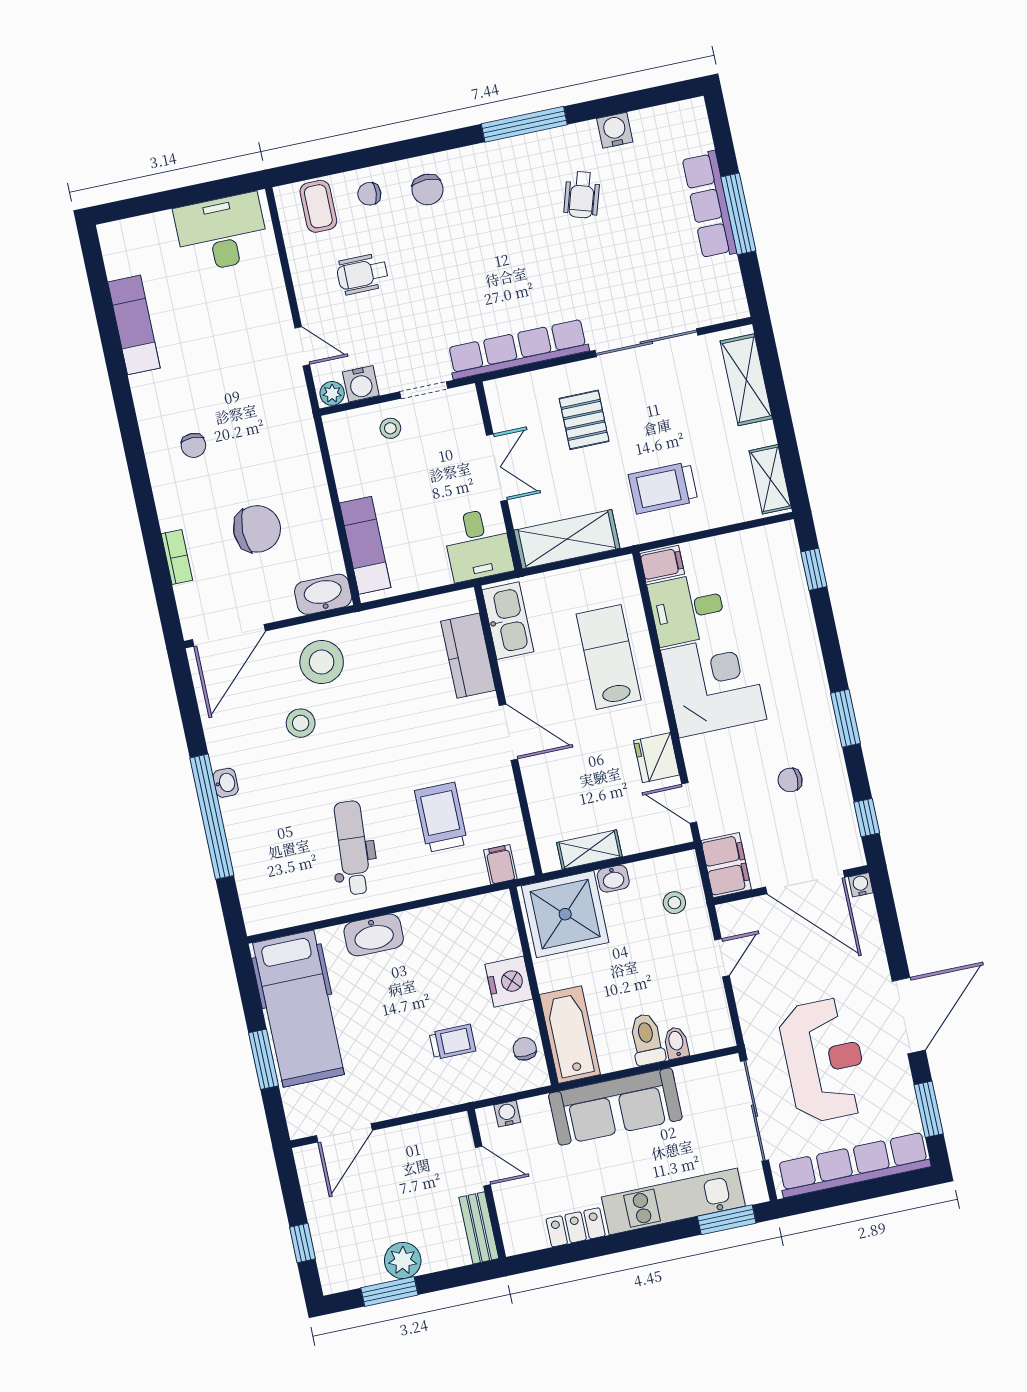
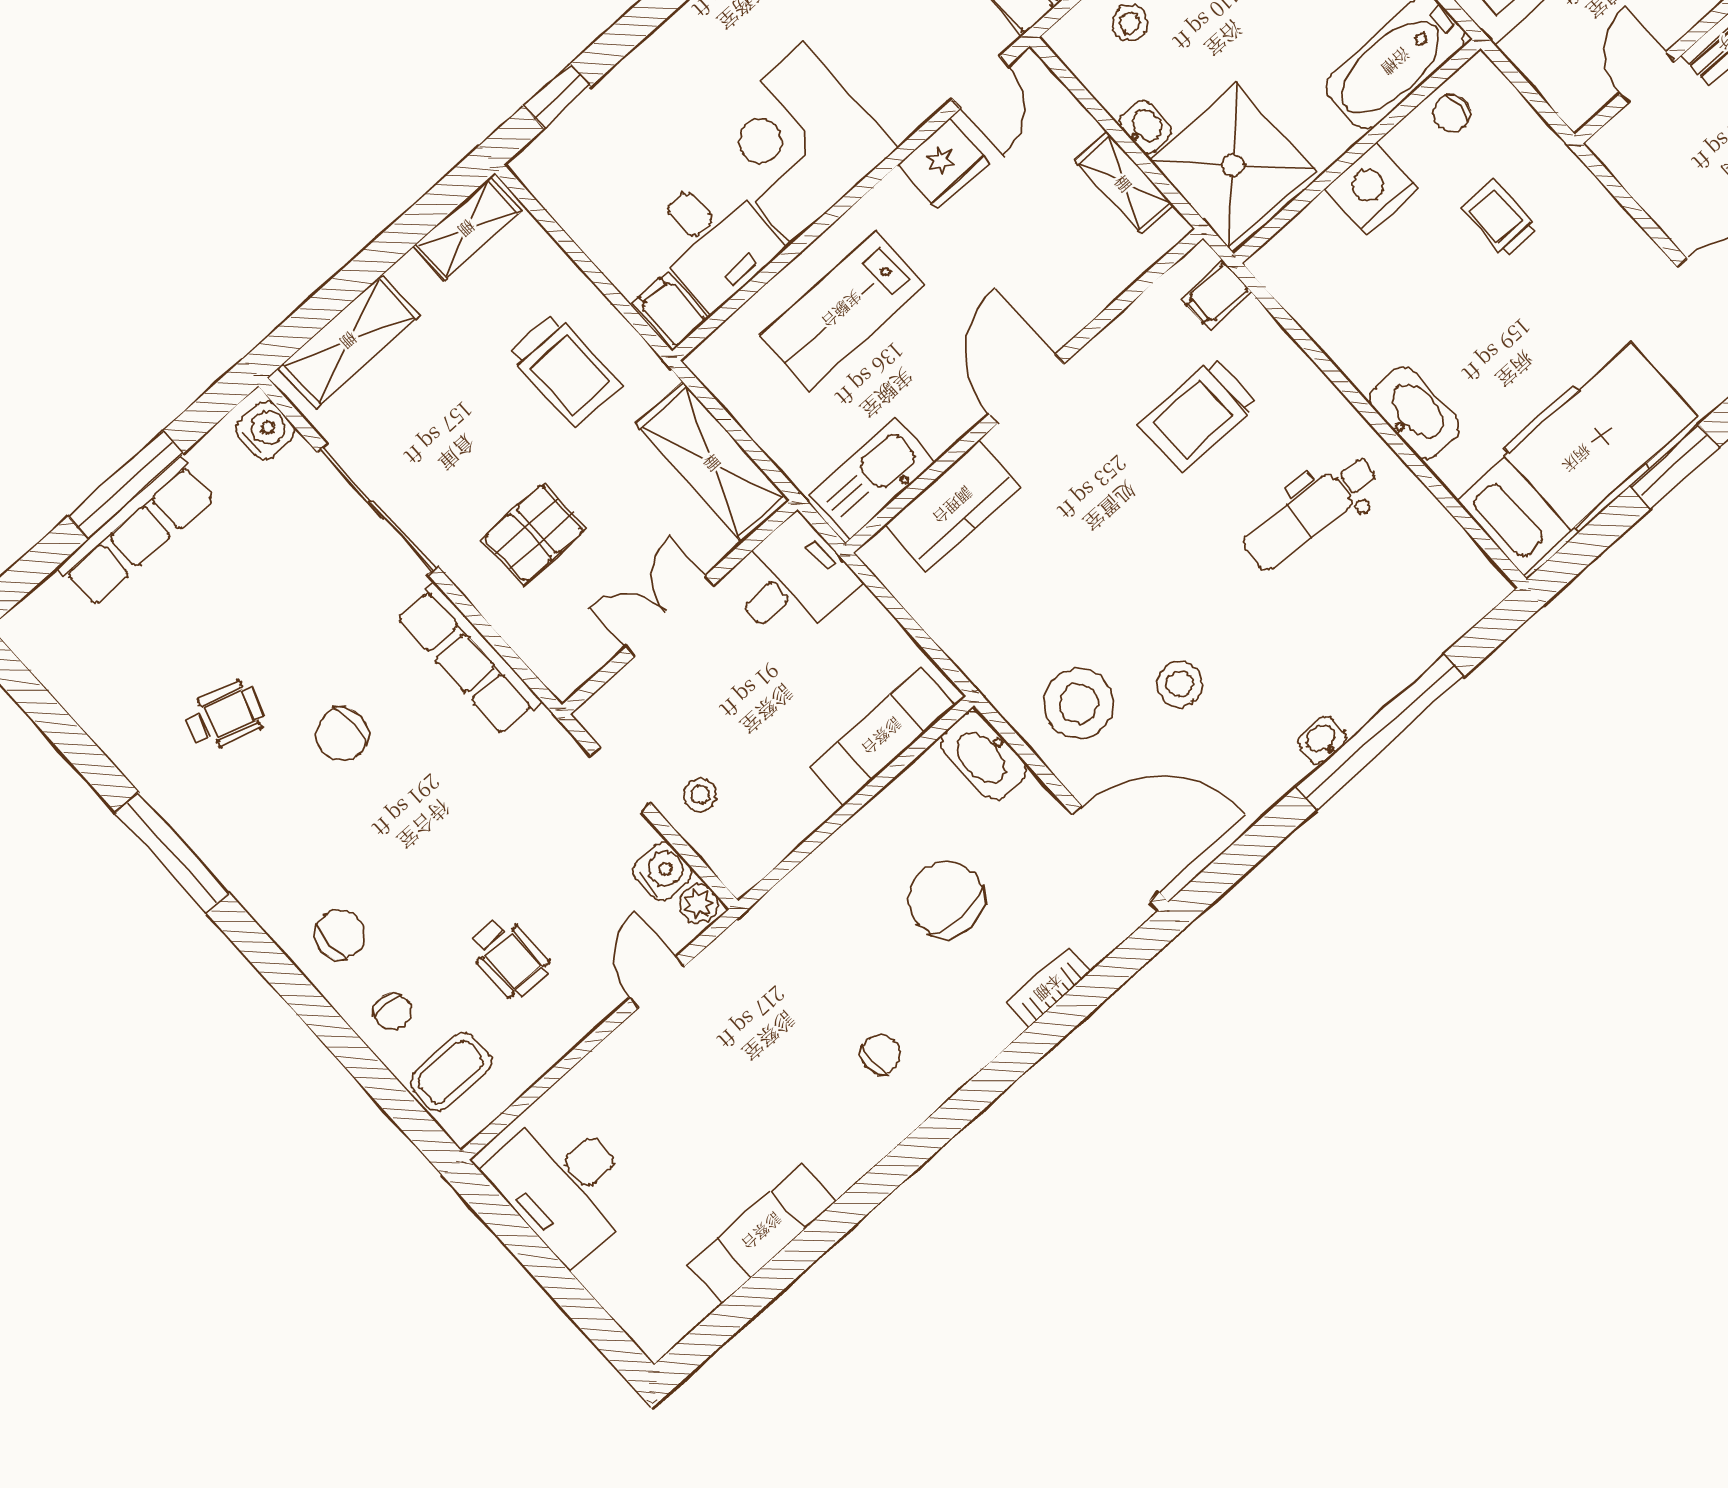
water cooler: (615, 130) -> (265, 430), moved, turned 180
chair: (536, 253) -> (342, 734), added
row of seats: (518, 349) -> (469, 659), width x0.73
water cooler: (507, 1114) -> (1555, 86), removed

